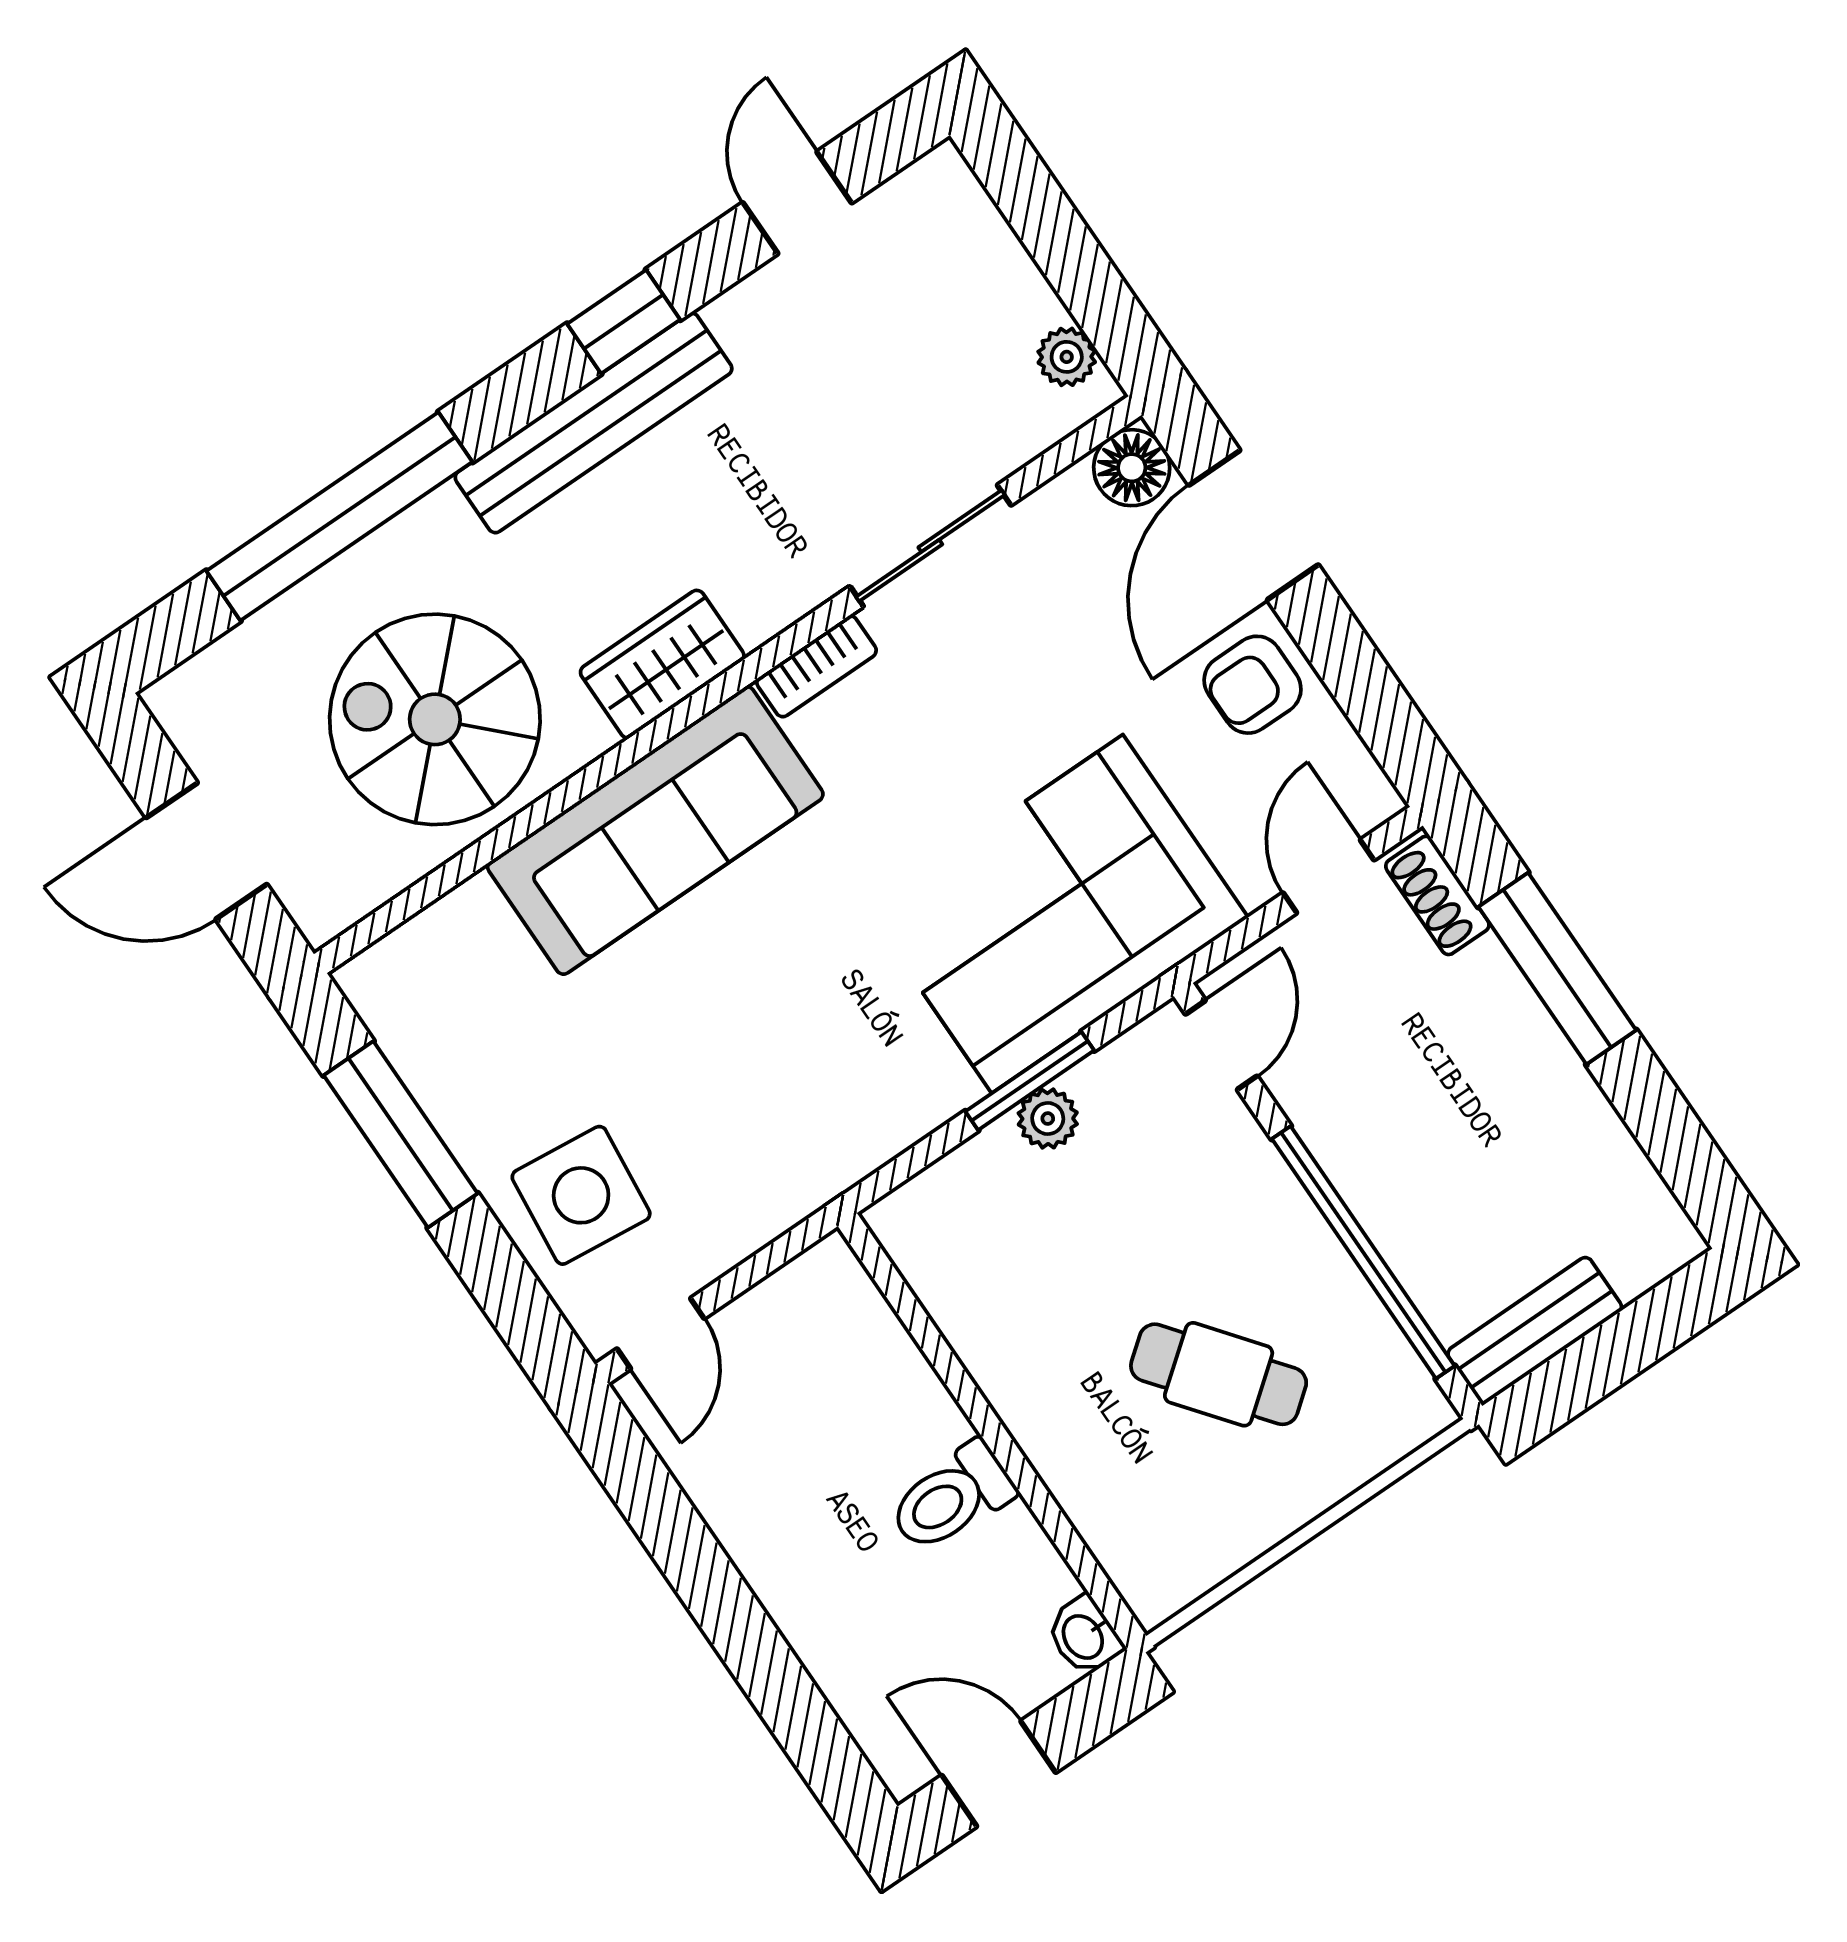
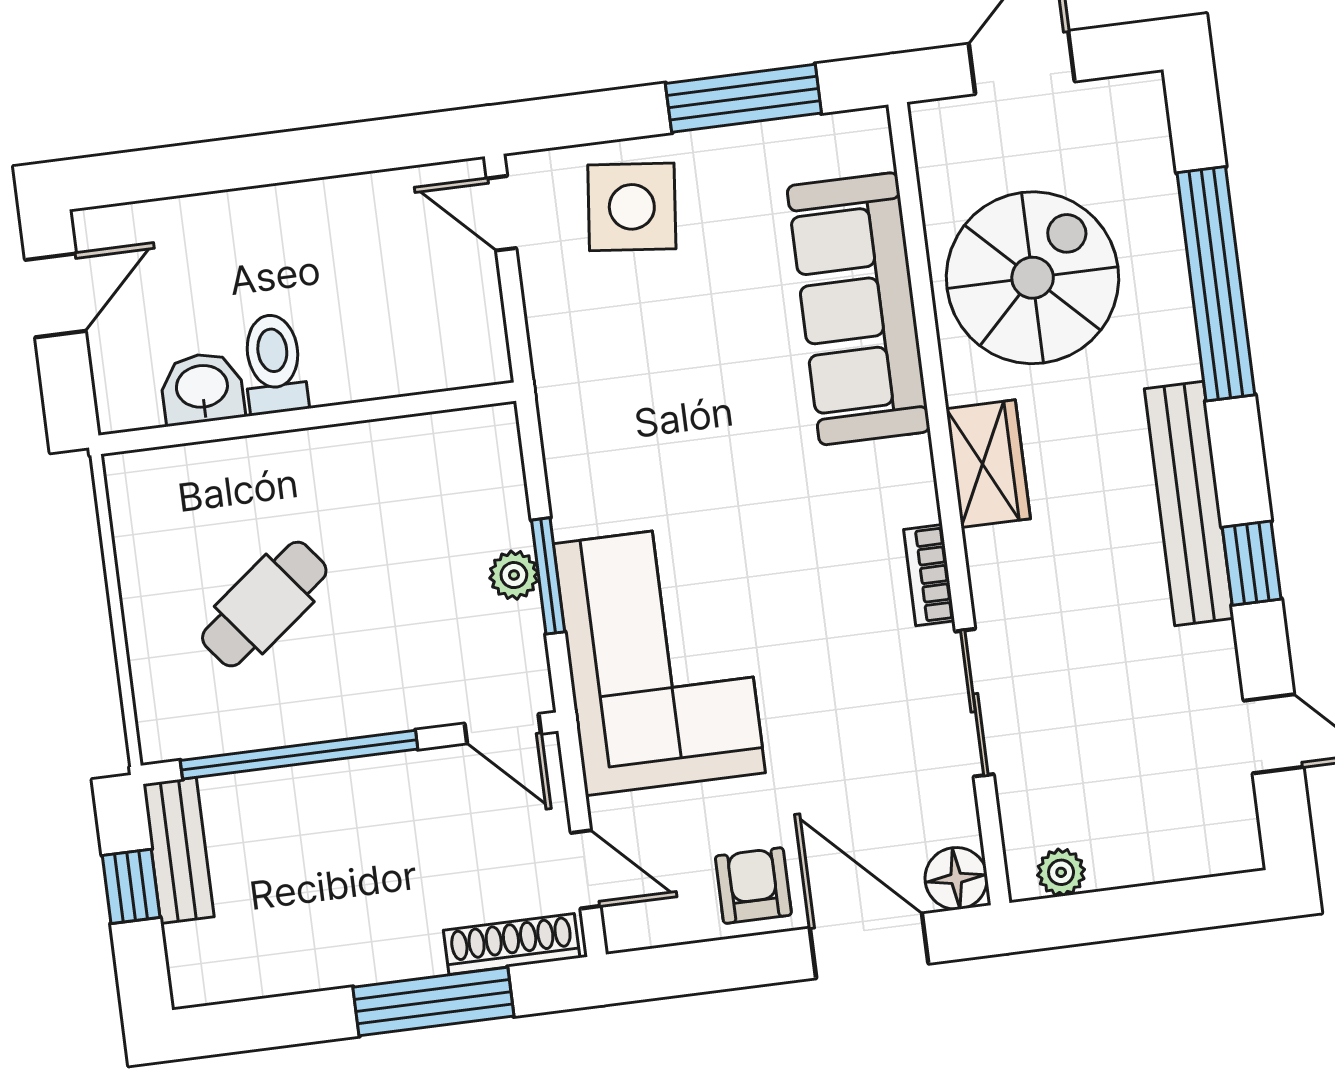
sofa: (655, 830) -> (858, 309), moved
shoe rack: (1437, 895) -> (512, 944), width x1.43
window: (1600, 1362) -> (131, 886), added
washbasin: (1084, 1636) -> (202, 388), moved, width x1.38, depth x1.45

